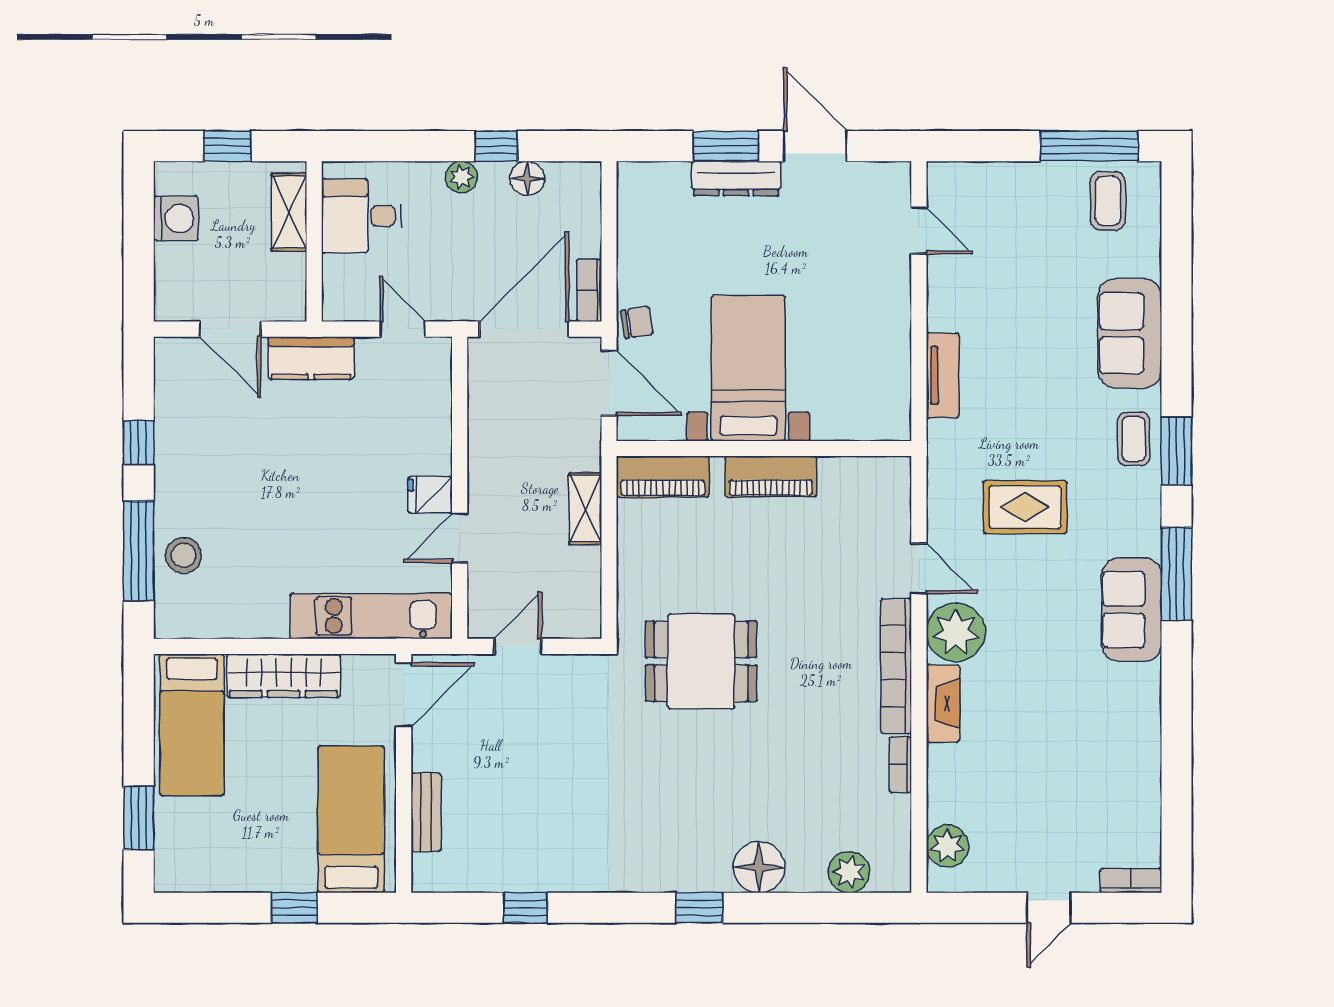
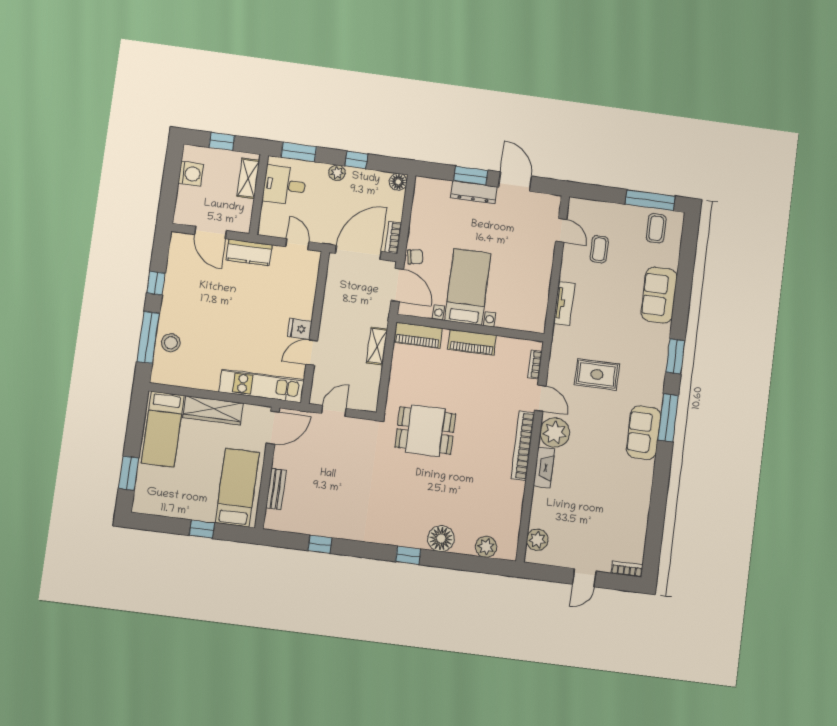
window: (381, 146) -> (299, 152), added
floor lamp: (527, 178) -> (398, 182), moved
coffee table: (1134, 439) -> (599, 249), moved
bookcase: (900, 765) -> (535, 364), moved

